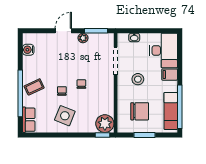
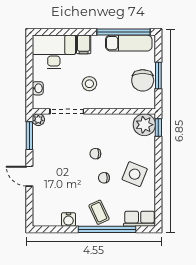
plant: (83, 38) -> (38, 120), moved
water cooler: (28, 50) -> (68, 219), moved
chair: (140, 111) -> (143, 80), moved, turned 180

